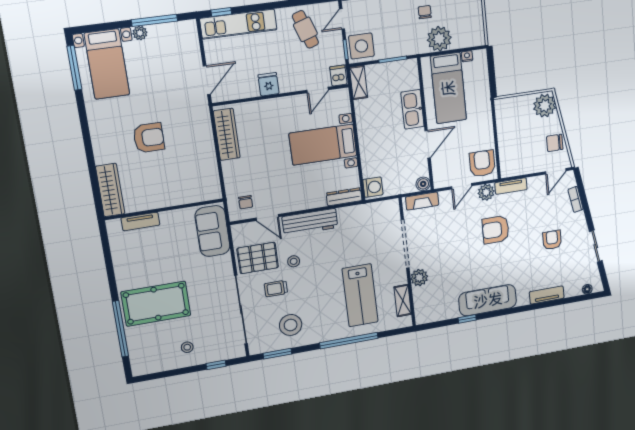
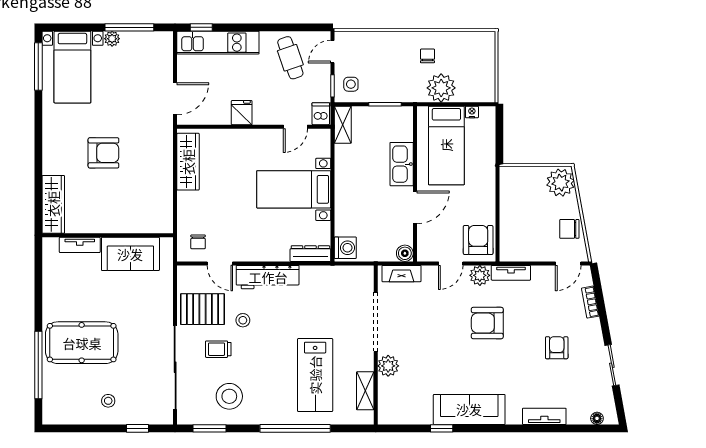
side table: (361, 46) -> (351, 84), width x0.54, depth x0.54
sofa: (212, 231) -> (130, 254), moved, turned -90

